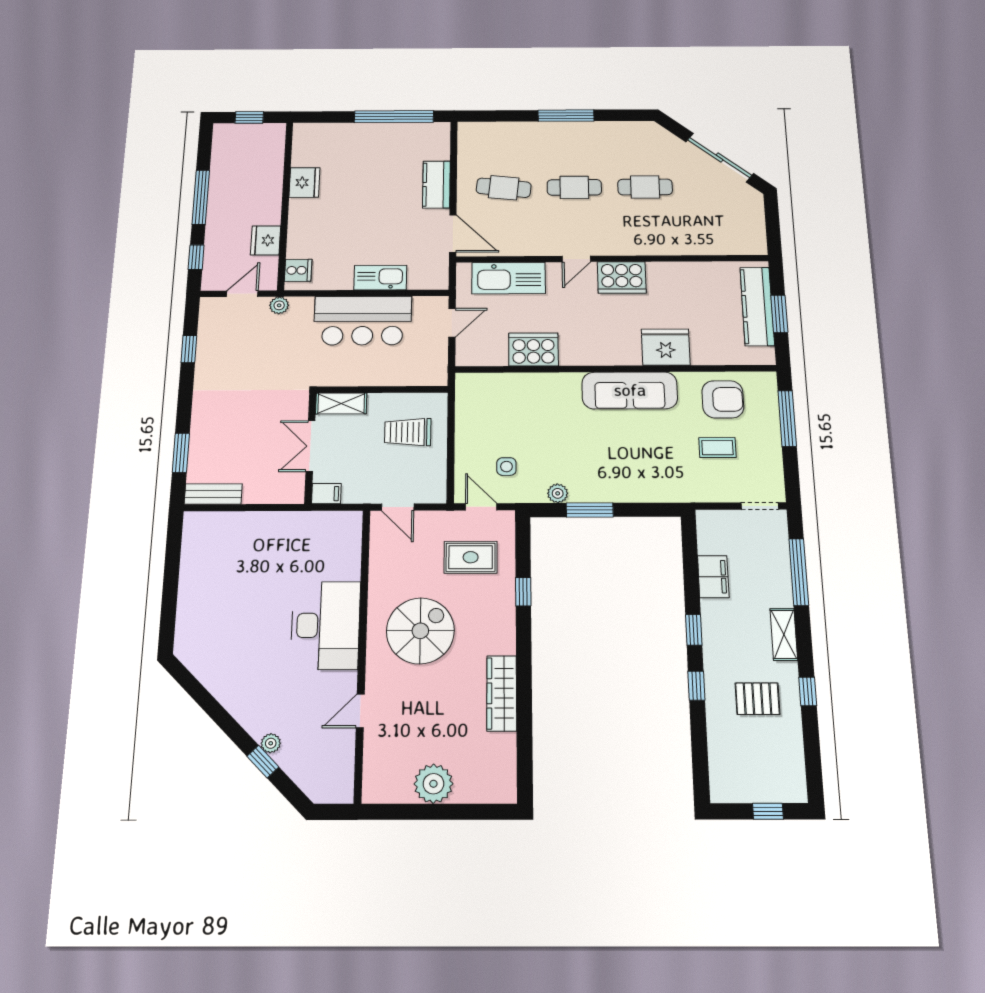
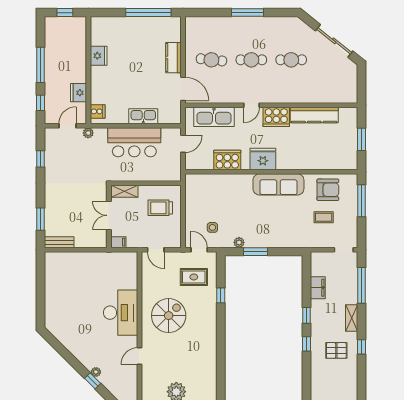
kitchen counter: (757, 306) -> (314, 115), moved, turned -90
fridge: (666, 347) -> (263, 159), moved
wardrobe: (502, 693) -> (210, 347), removed

